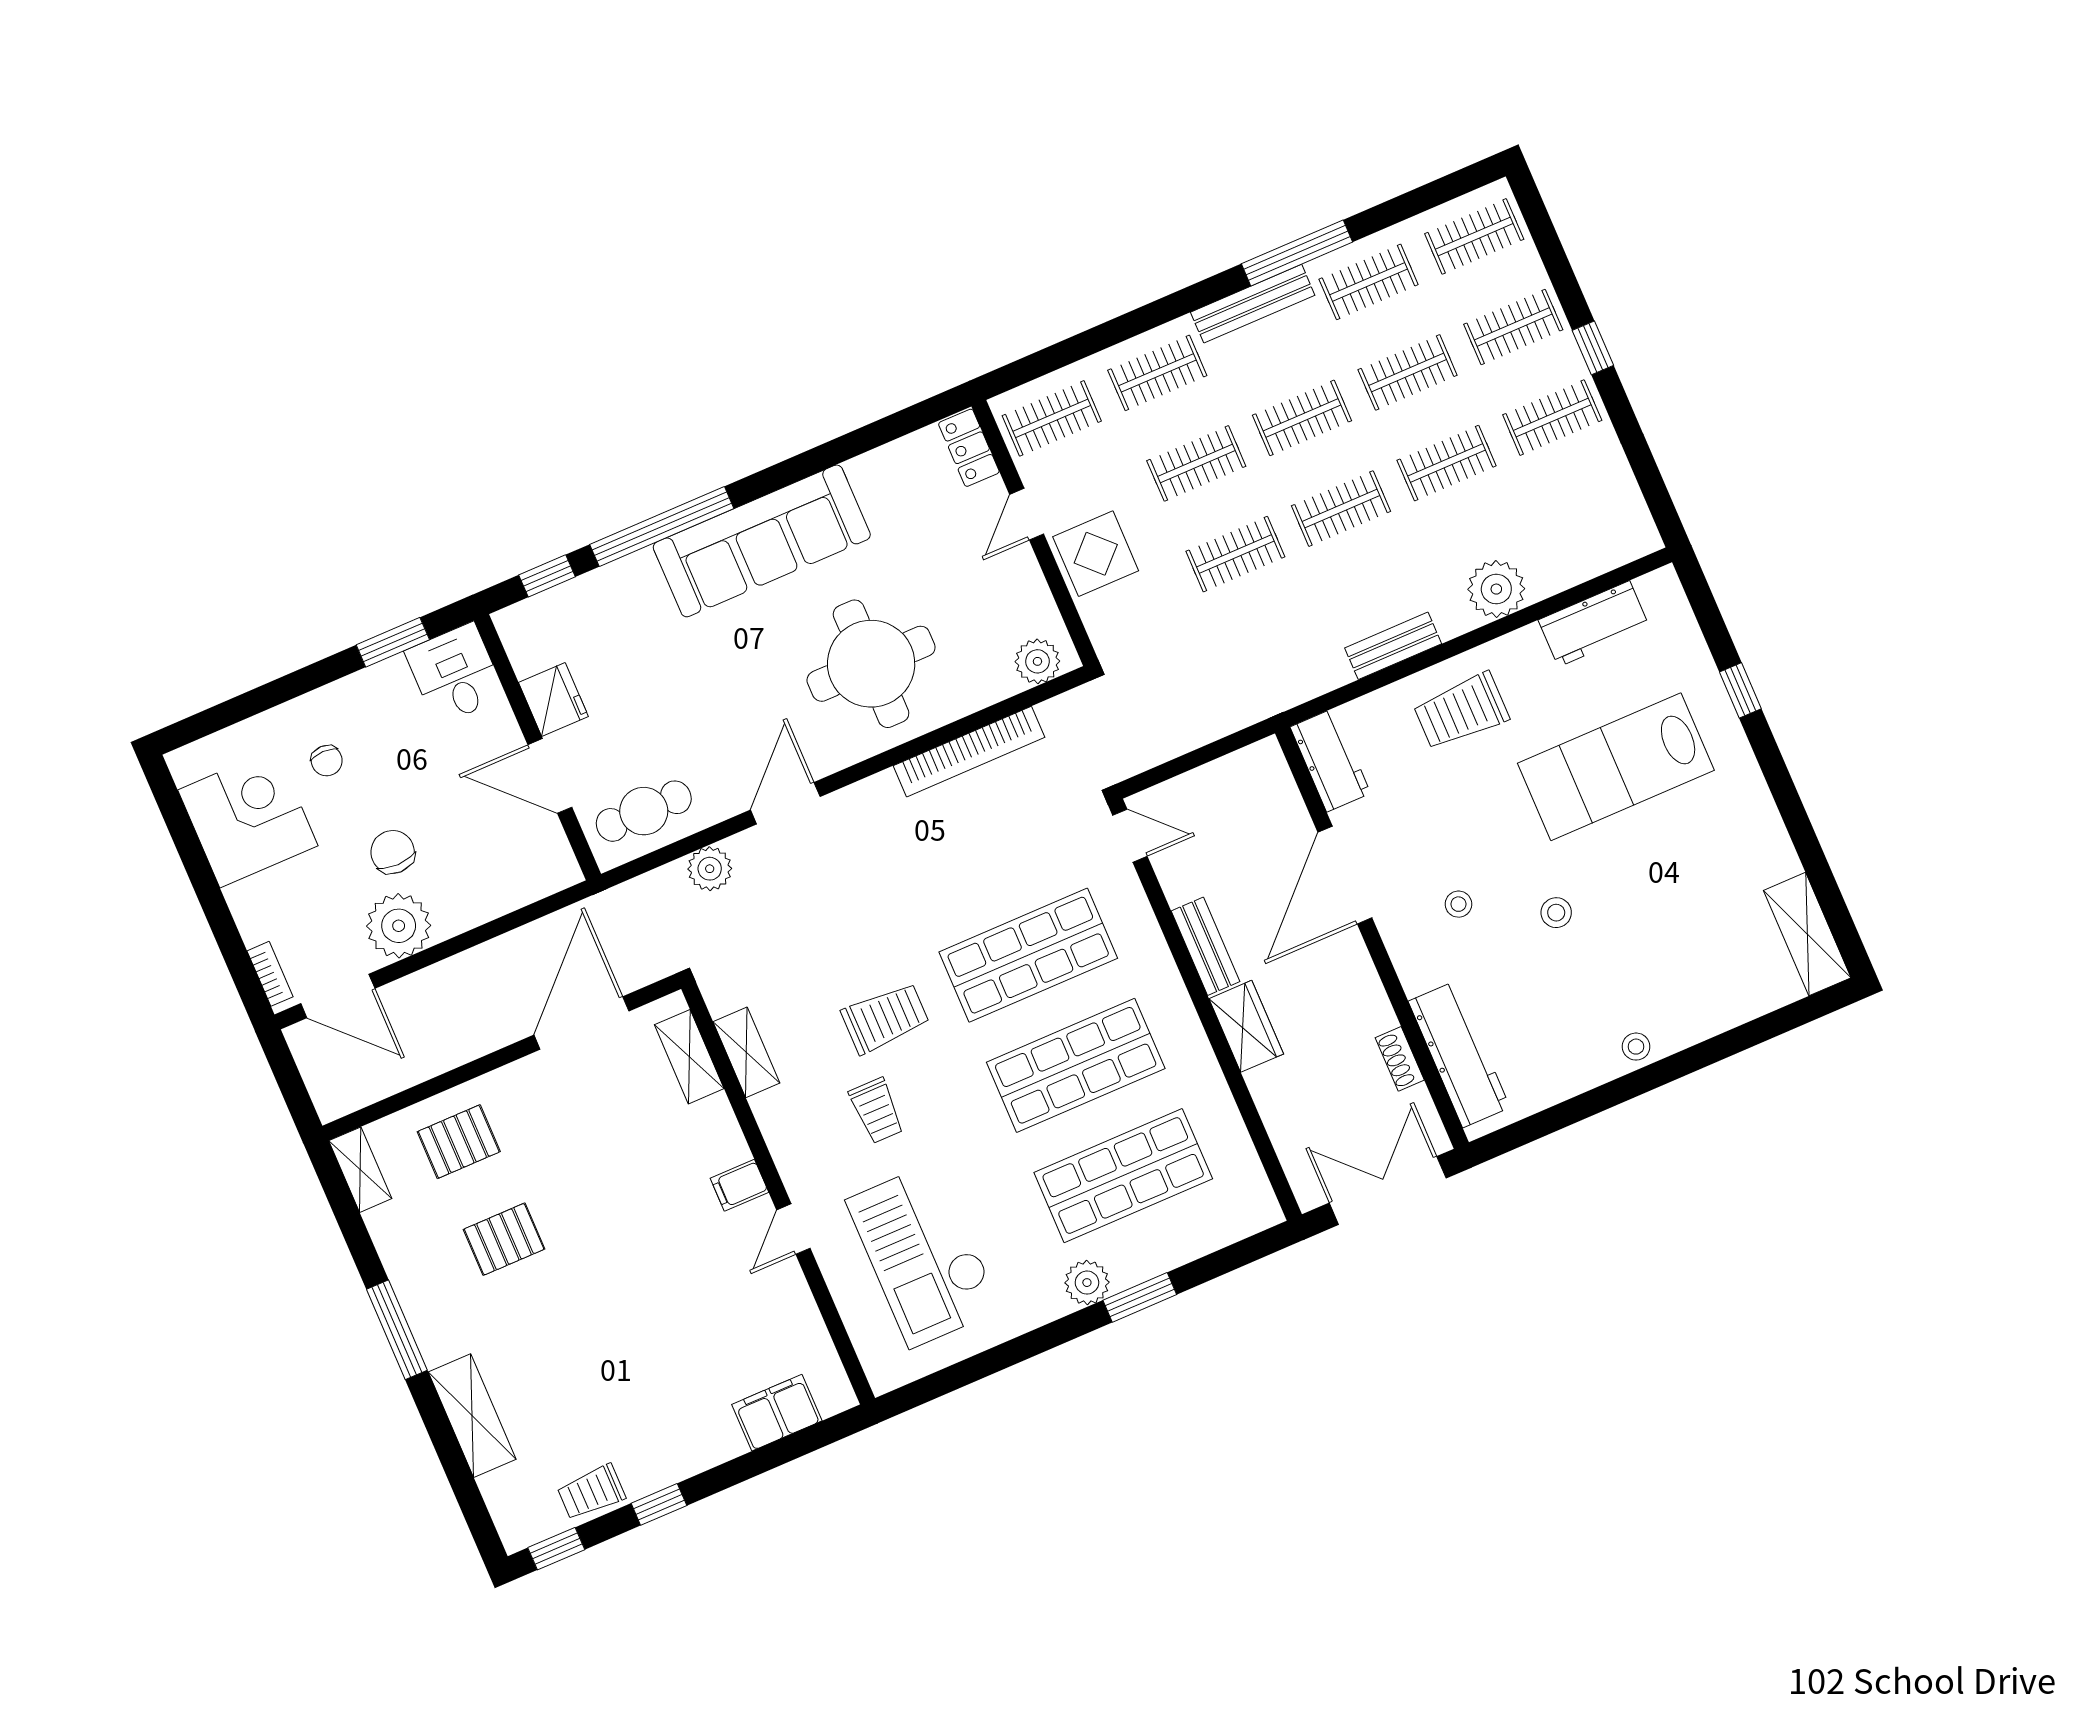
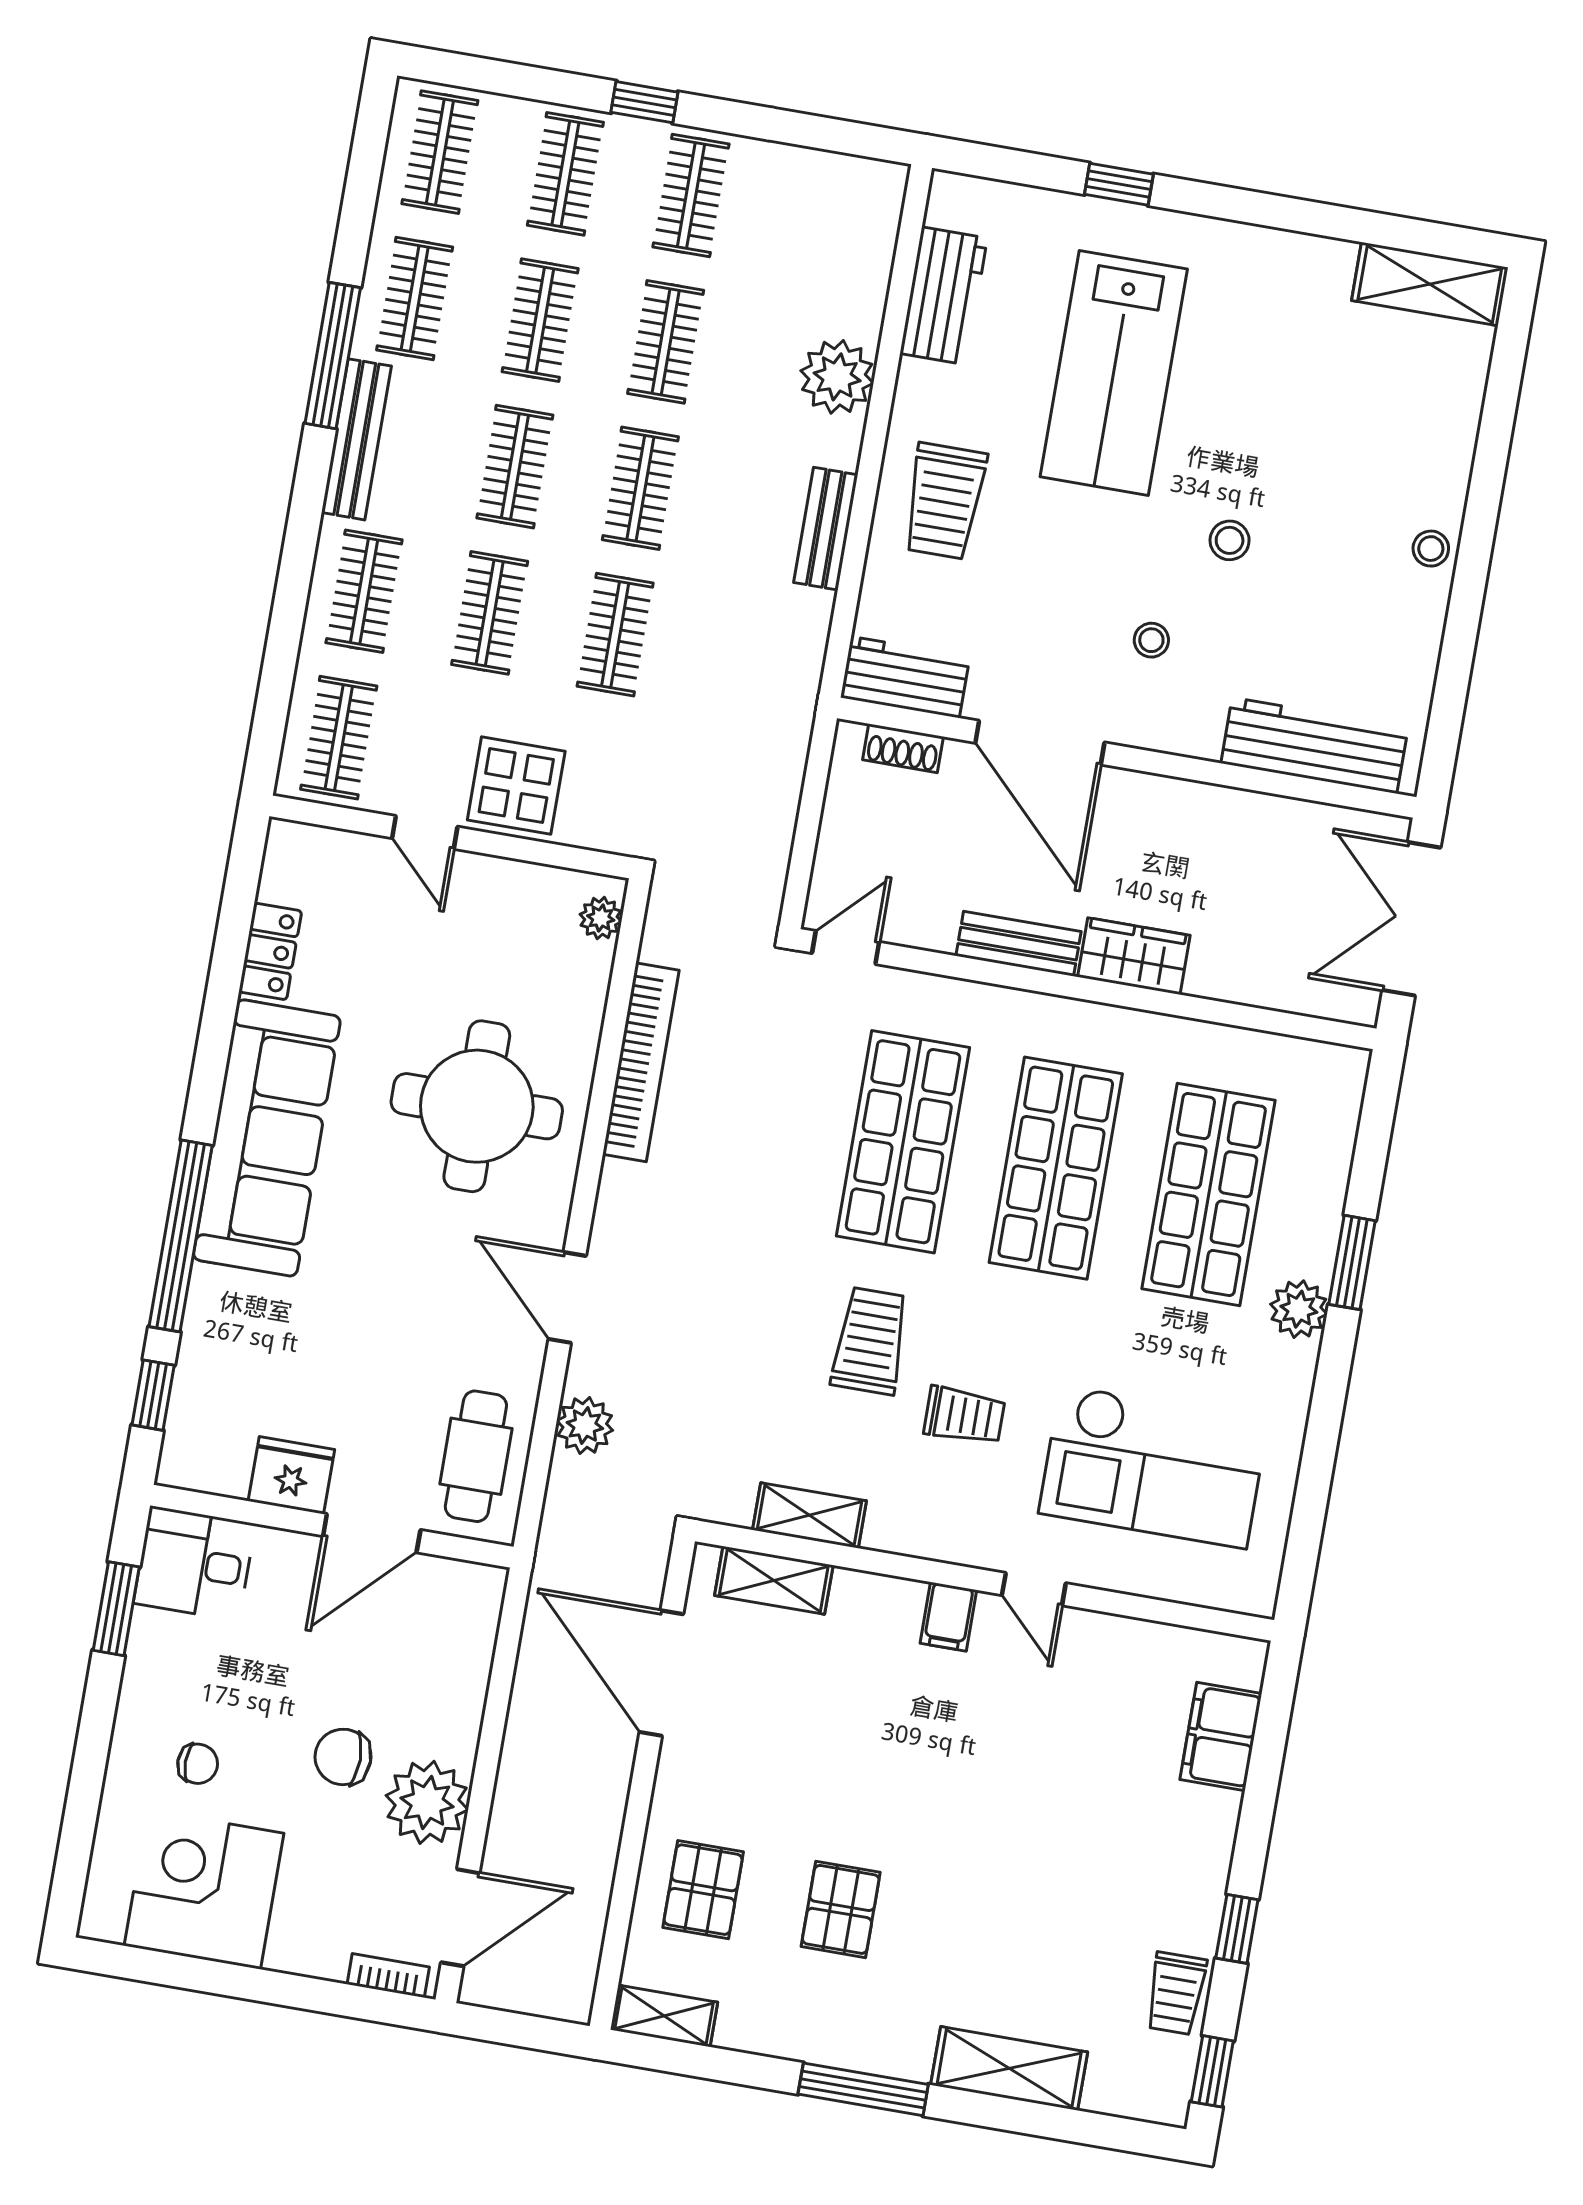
locker: (969, 448) -> (270, 951), moved, turned -90
plant: (1037, 661) -> (601, 918), width x0.73, depth x0.73
shoe rack: (1400, 1059) -> (903, 748), moved

